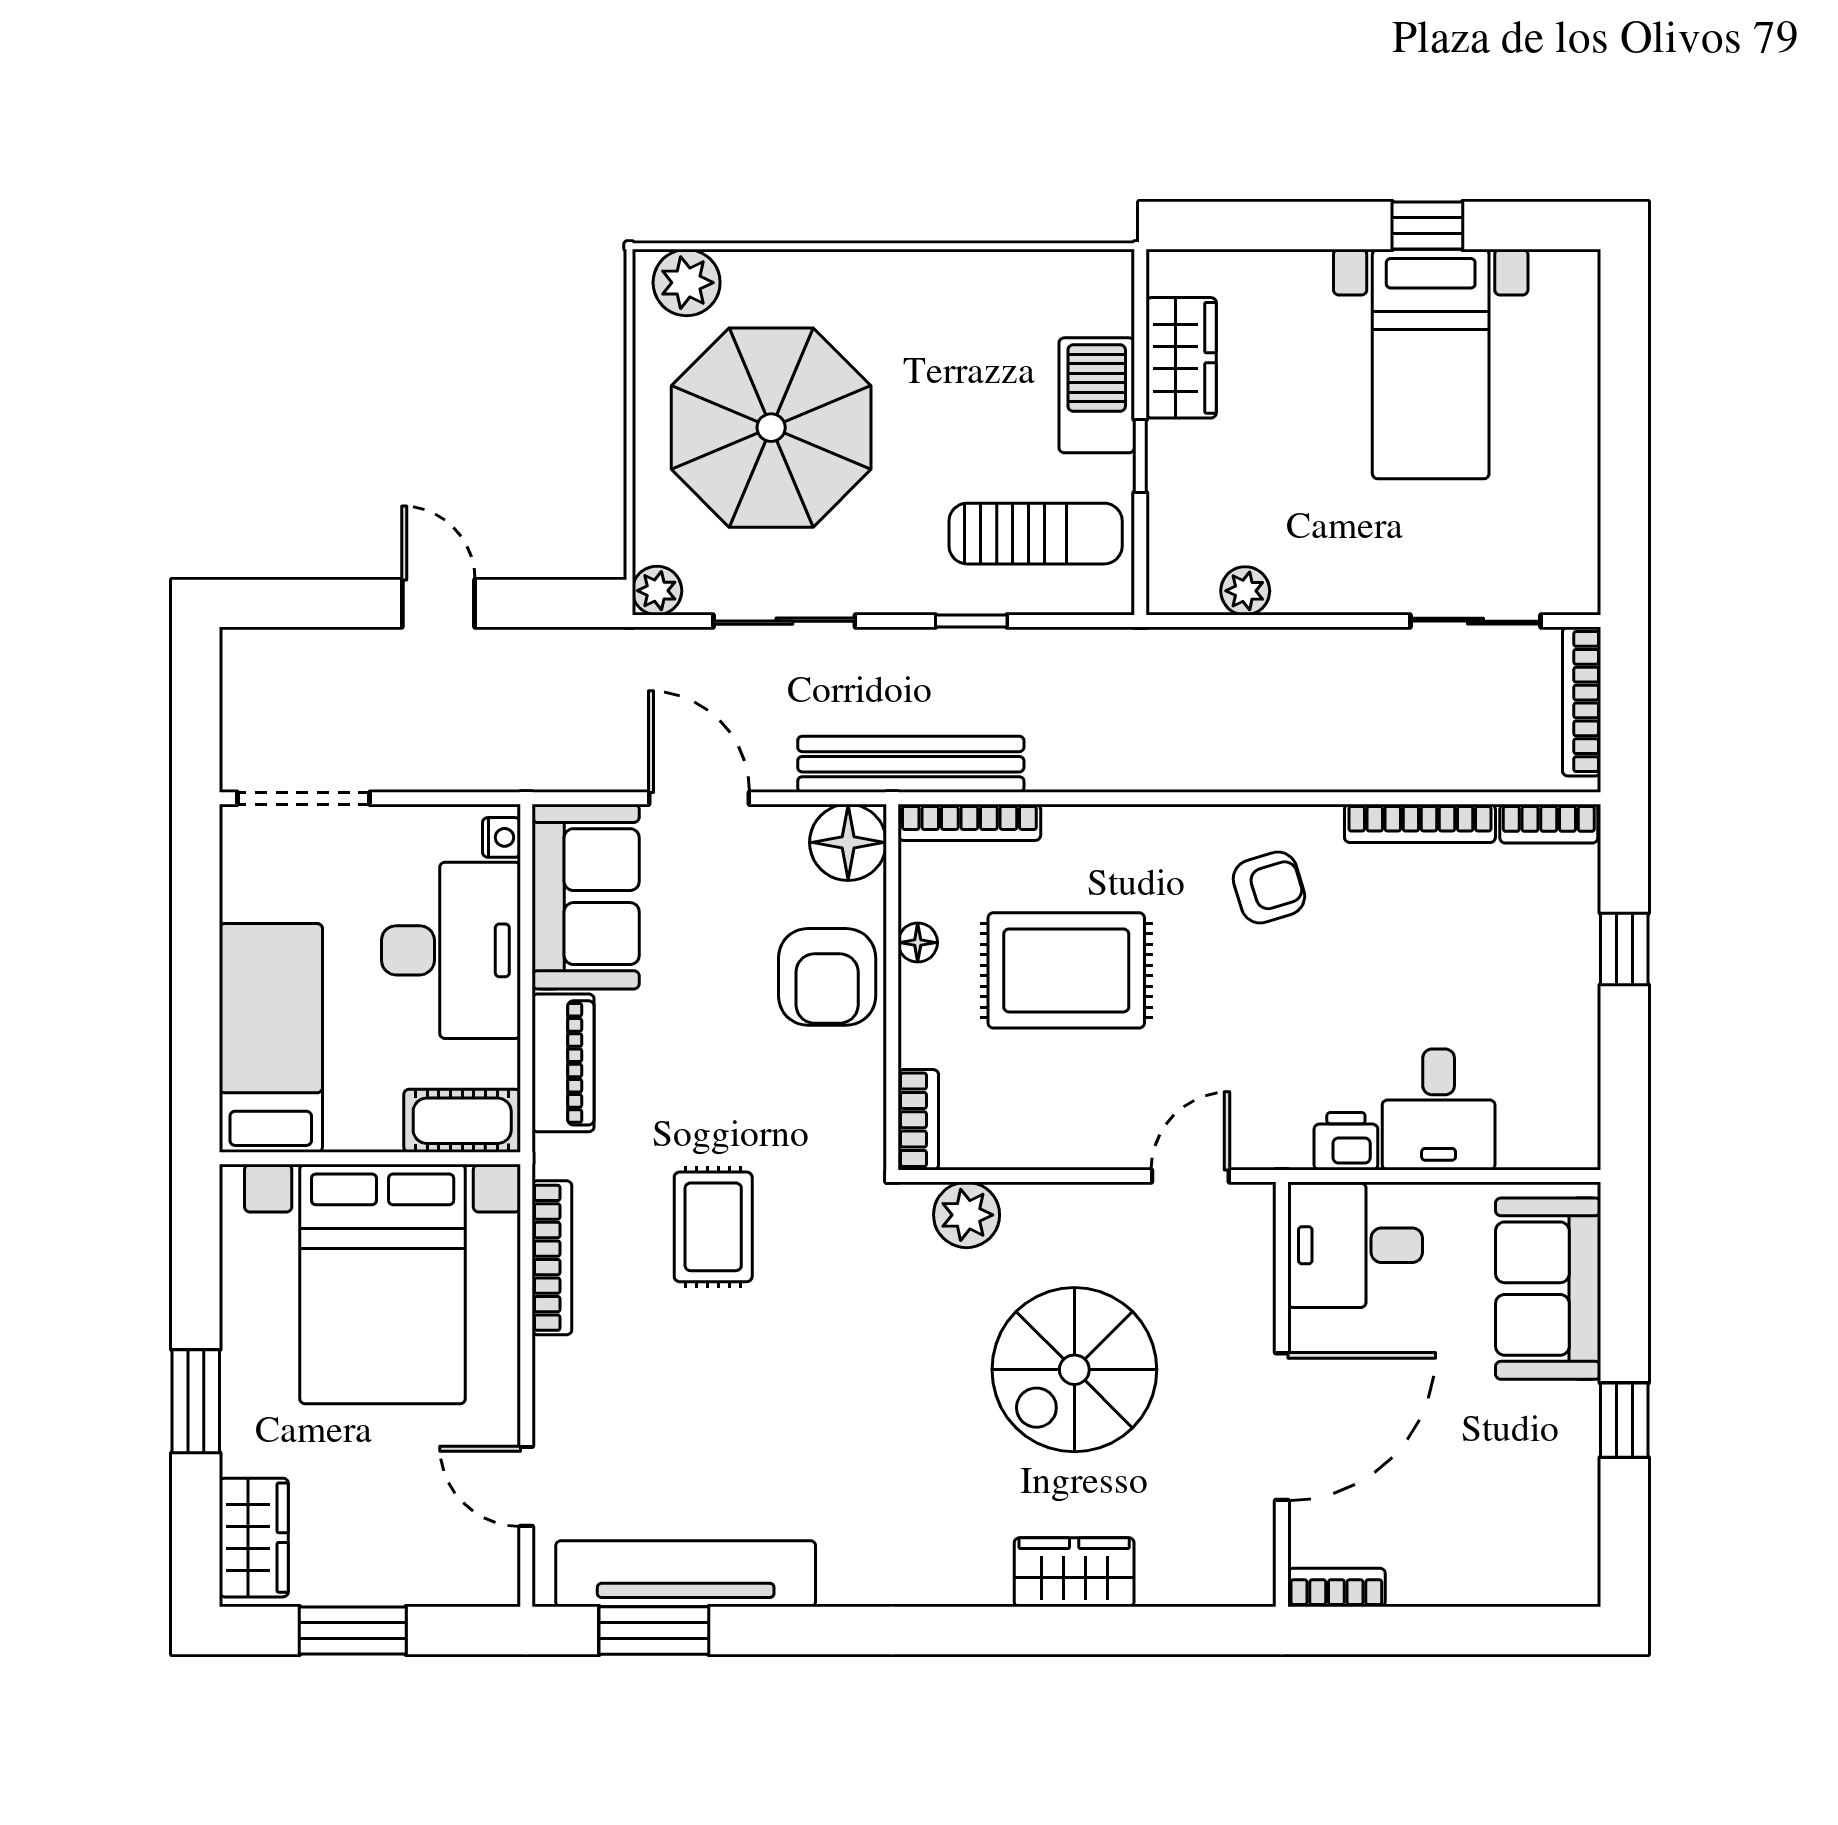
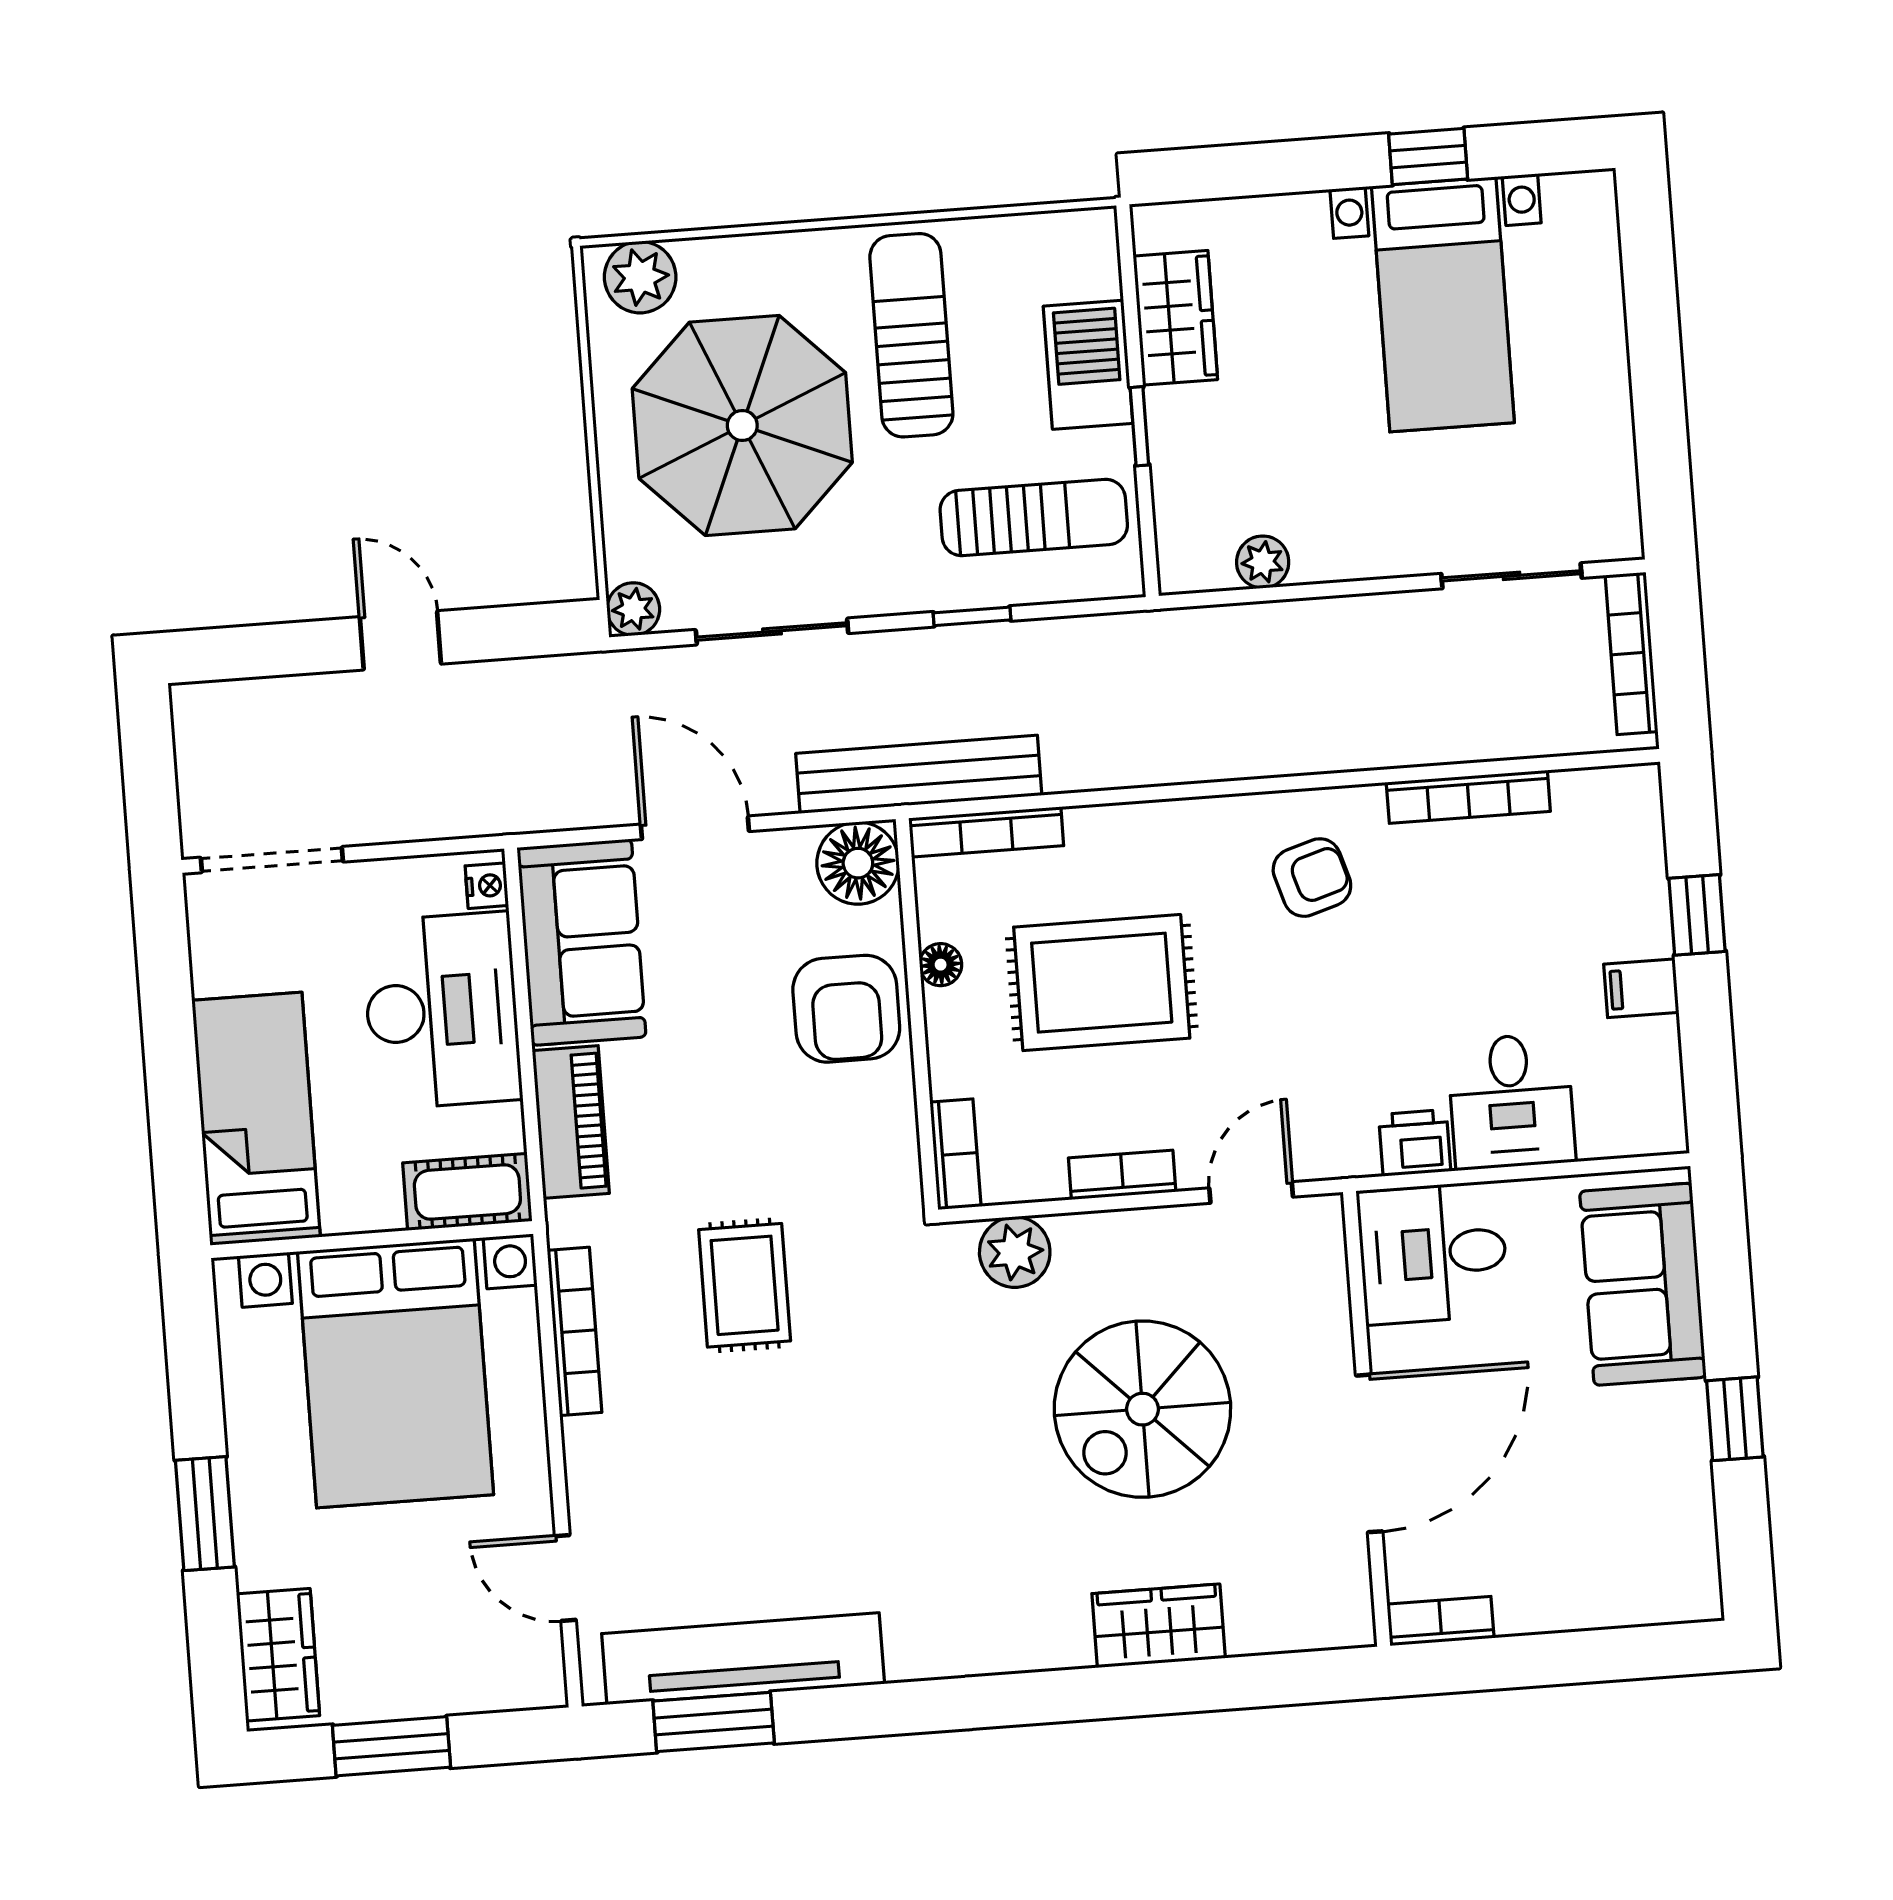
sun lounger: (935, 356) -> (911, 335), added
bookcase: (1549, 824) -> (1122, 1175), moved, turned 180
filing cabinet: (1567, 1013) -> (1641, 988), added

